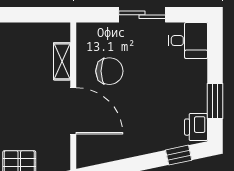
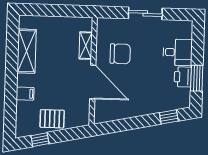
desk: (188, 41) -> (178, 52), moved
printer: (196, 127) -> (183, 77), moved

